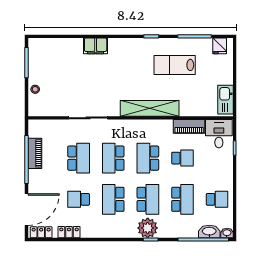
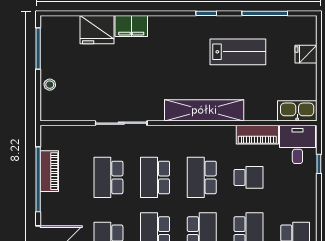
fridge: (220, 46) -> (306, 54), moved, turned 90
fridge: (70, 49) -> (97, 30), added
lab bench: (175, 65) -> (238, 52), turned 180
kitchen sink: (225, 100) -> (297, 111), moved, turned 90
school desk: (79, 158) -> (108, 177), turned 180

